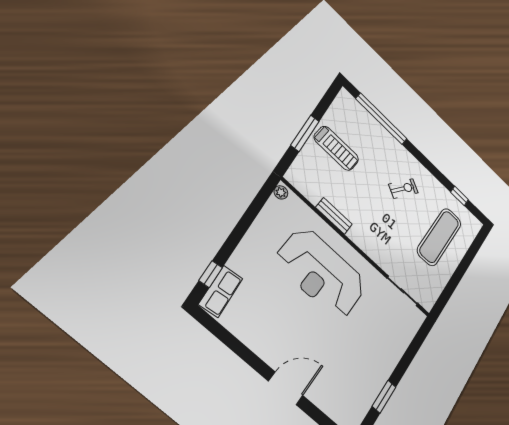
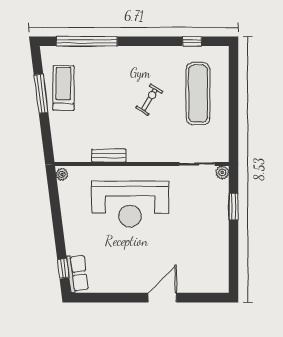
window: (305, 133) -> (41, 94), moved
treadmill: (336, 148) -> (63, 88), moved, turned -90
exercise bike: (403, 189) -> (149, 100), moved
plant: (418, 317) -> (222, 172), added
window: (384, 397) -> (234, 207), moved

